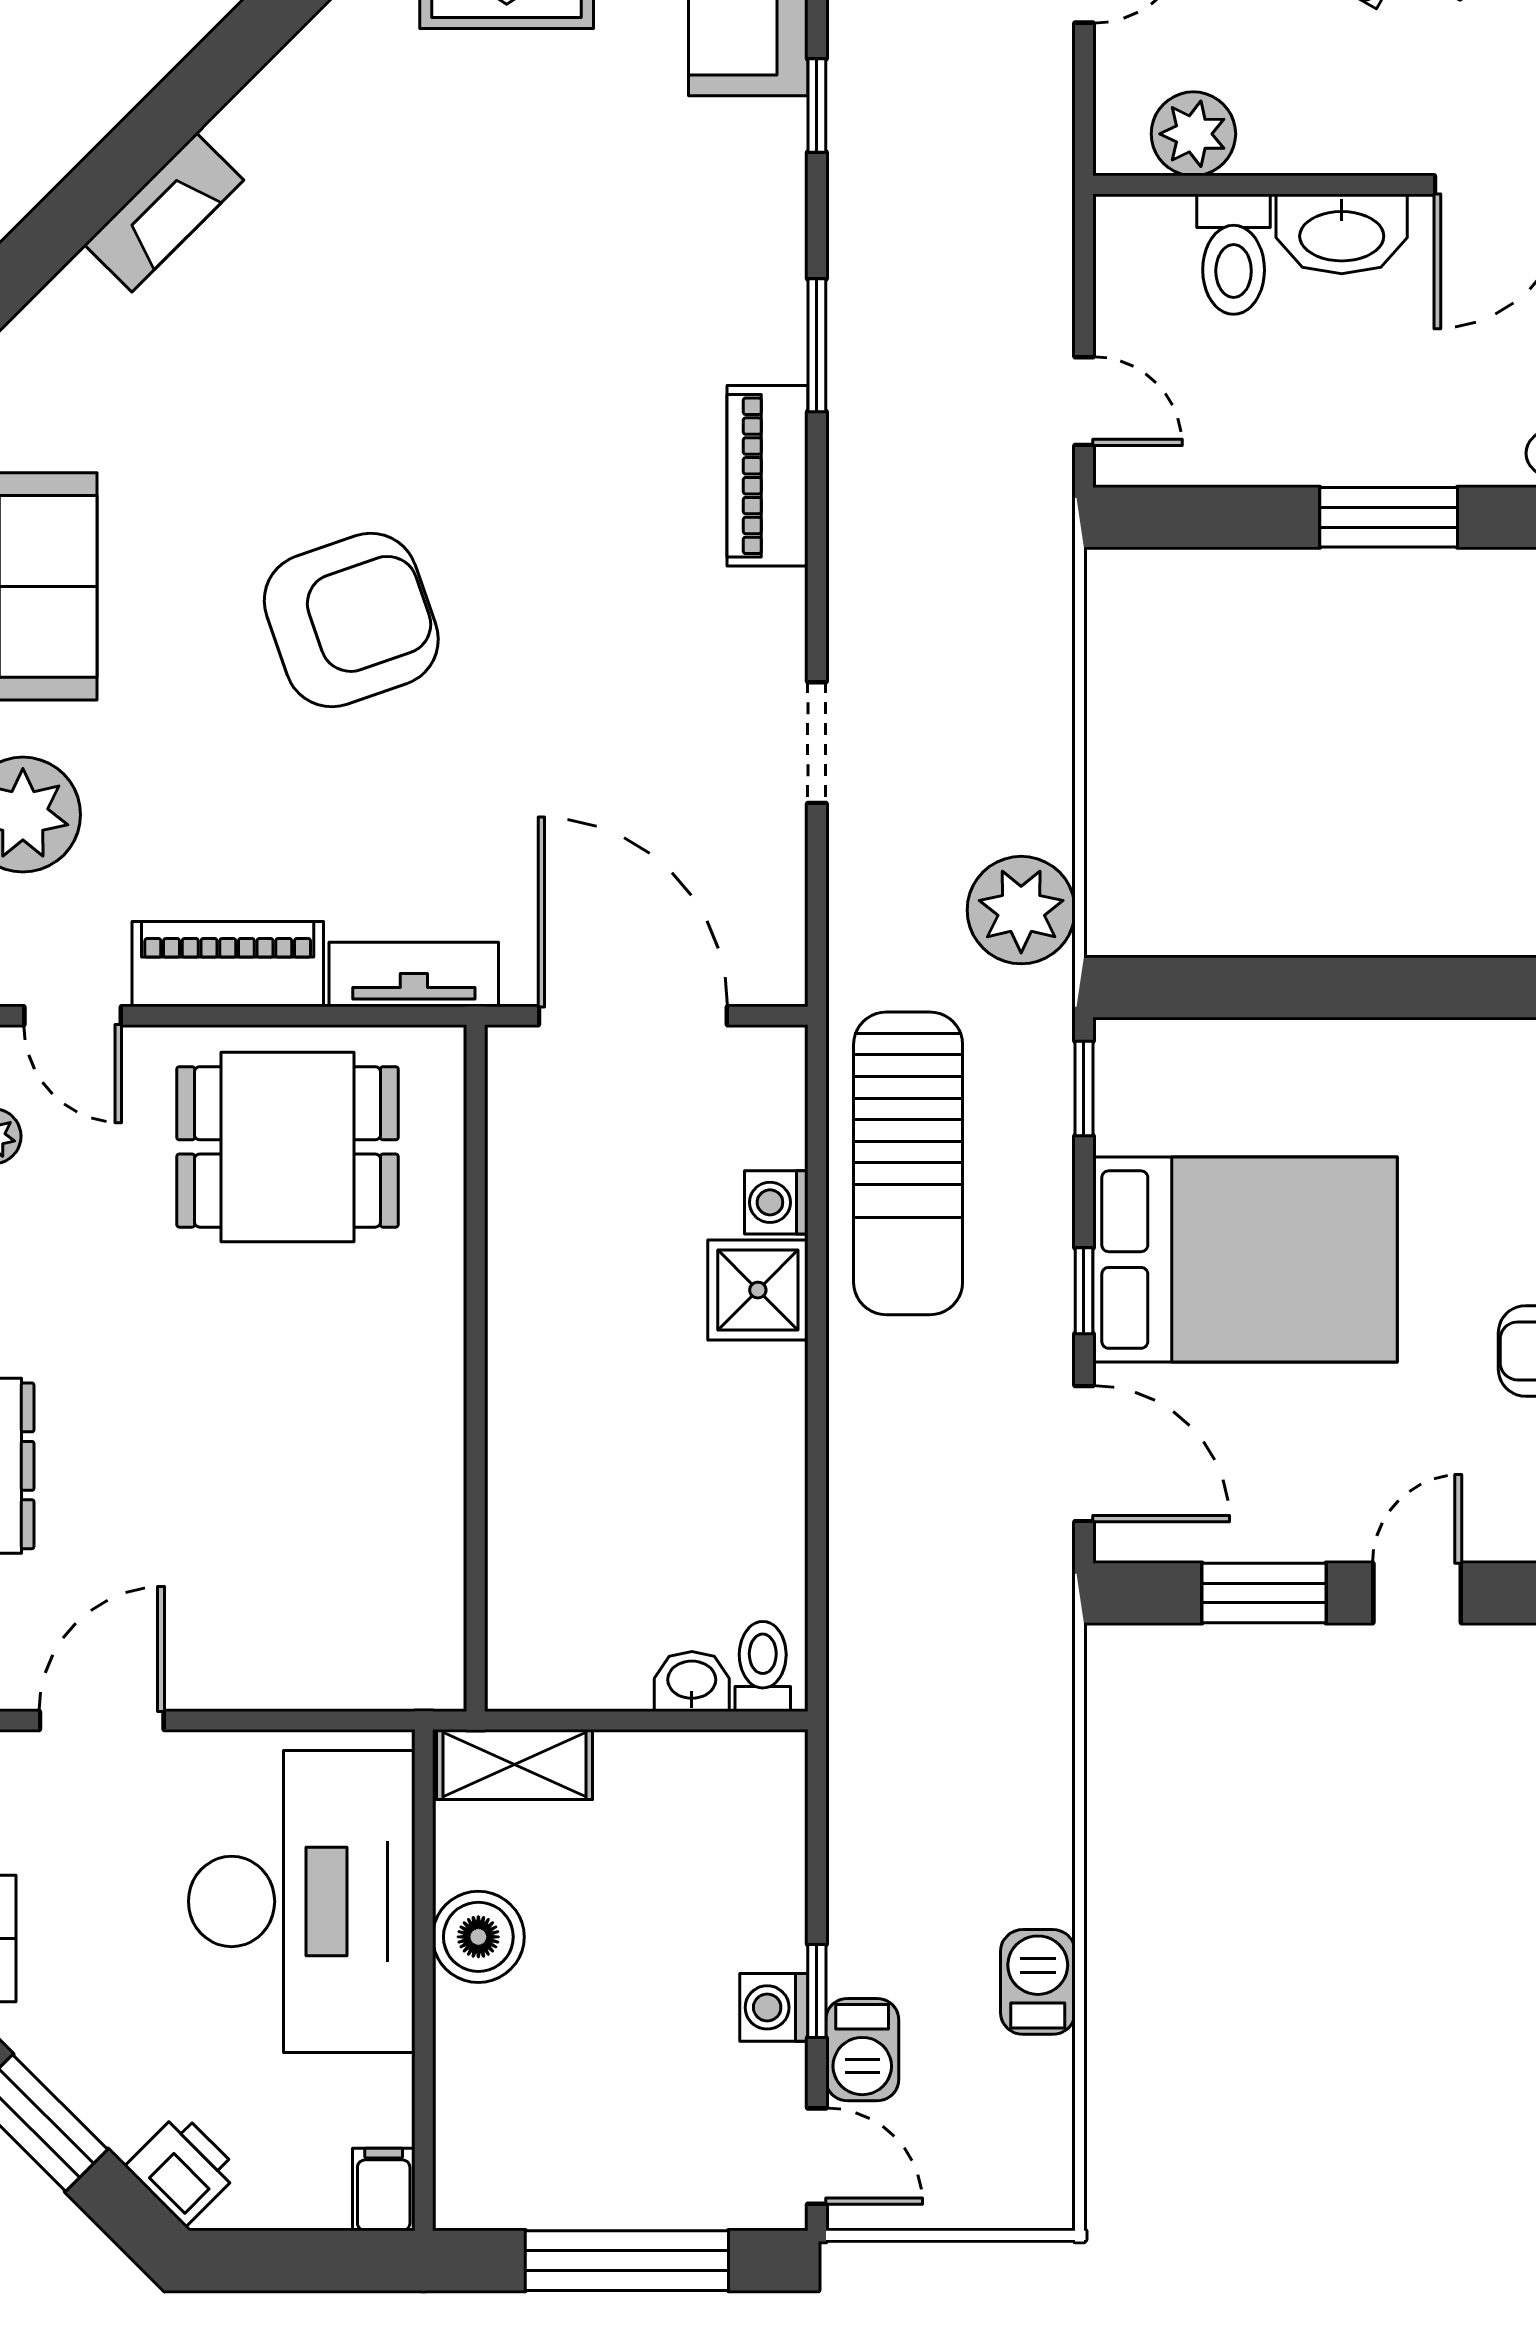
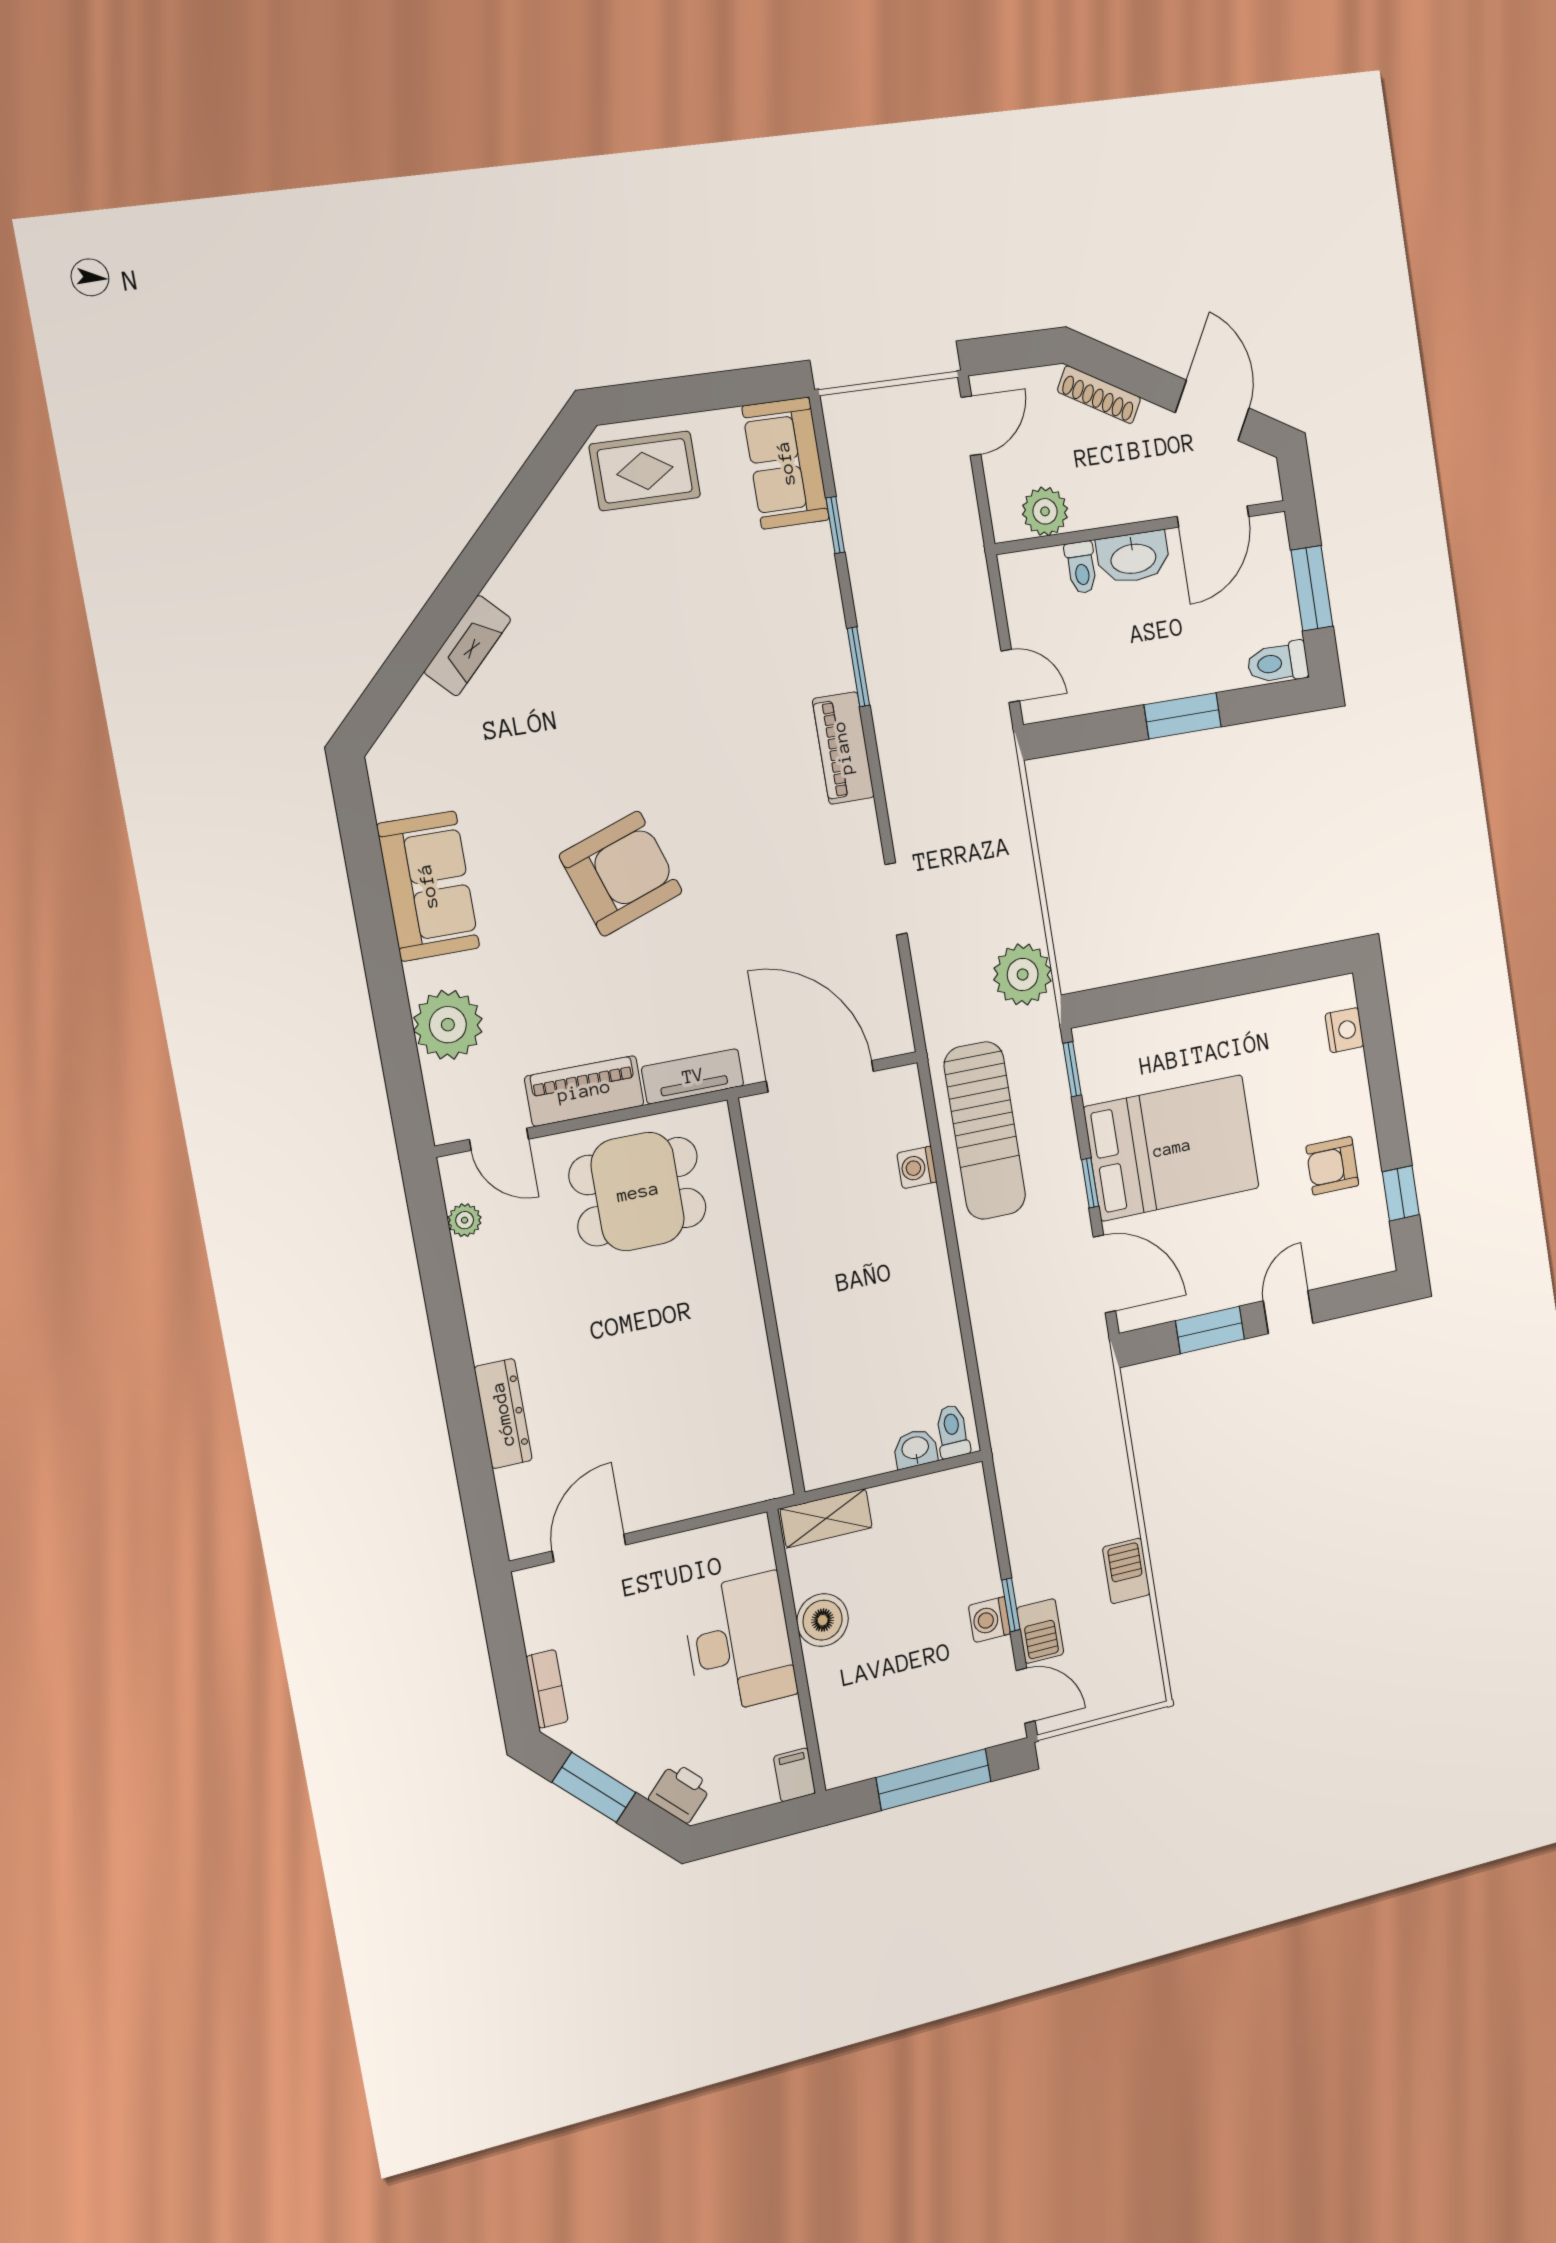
toilet: (1234, 254) -> (1081, 567), width x0.73, depth x0.72
shower: (758, 1290) -> (915, 1219), removed
desk: (302, 1901) -> (739, 1643), width x0.73, depth x0.77

